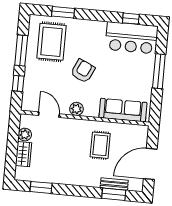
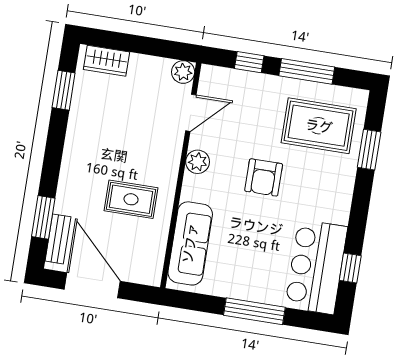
armchair: (83, 71) -> (264, 177), turned 65
plant: (25, 135) -> (183, 72), moved
wardrobe: (24, 154) -> (106, 61), moved
bench: (114, 184) -> (58, 239), moved

